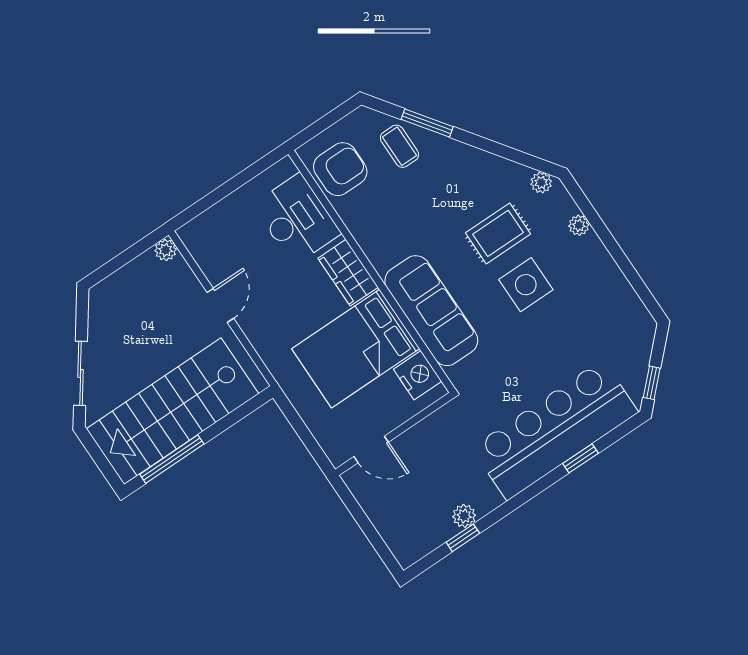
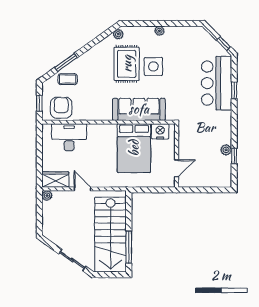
window: (322, 125) -> (39, 103), added
plant: (579, 225) -> (159, 31), moved
rug: (498, 233) -> (127, 64), width x1.36, depth x1.43
wardrobe: (348, 273) -> (55, 180), moved, turned 180
bar counter: (555, 430) -> (217, 83), width x0.73

